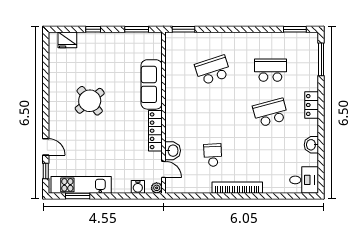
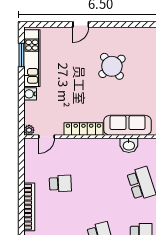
door: (46, 147) -> (81, 24), moved
washbasin: (173, 151) -> (129, 145), moved
window: (46, 171) -> (45, 24), removed
water cooler: (138, 187) -> (30, 94), moved

